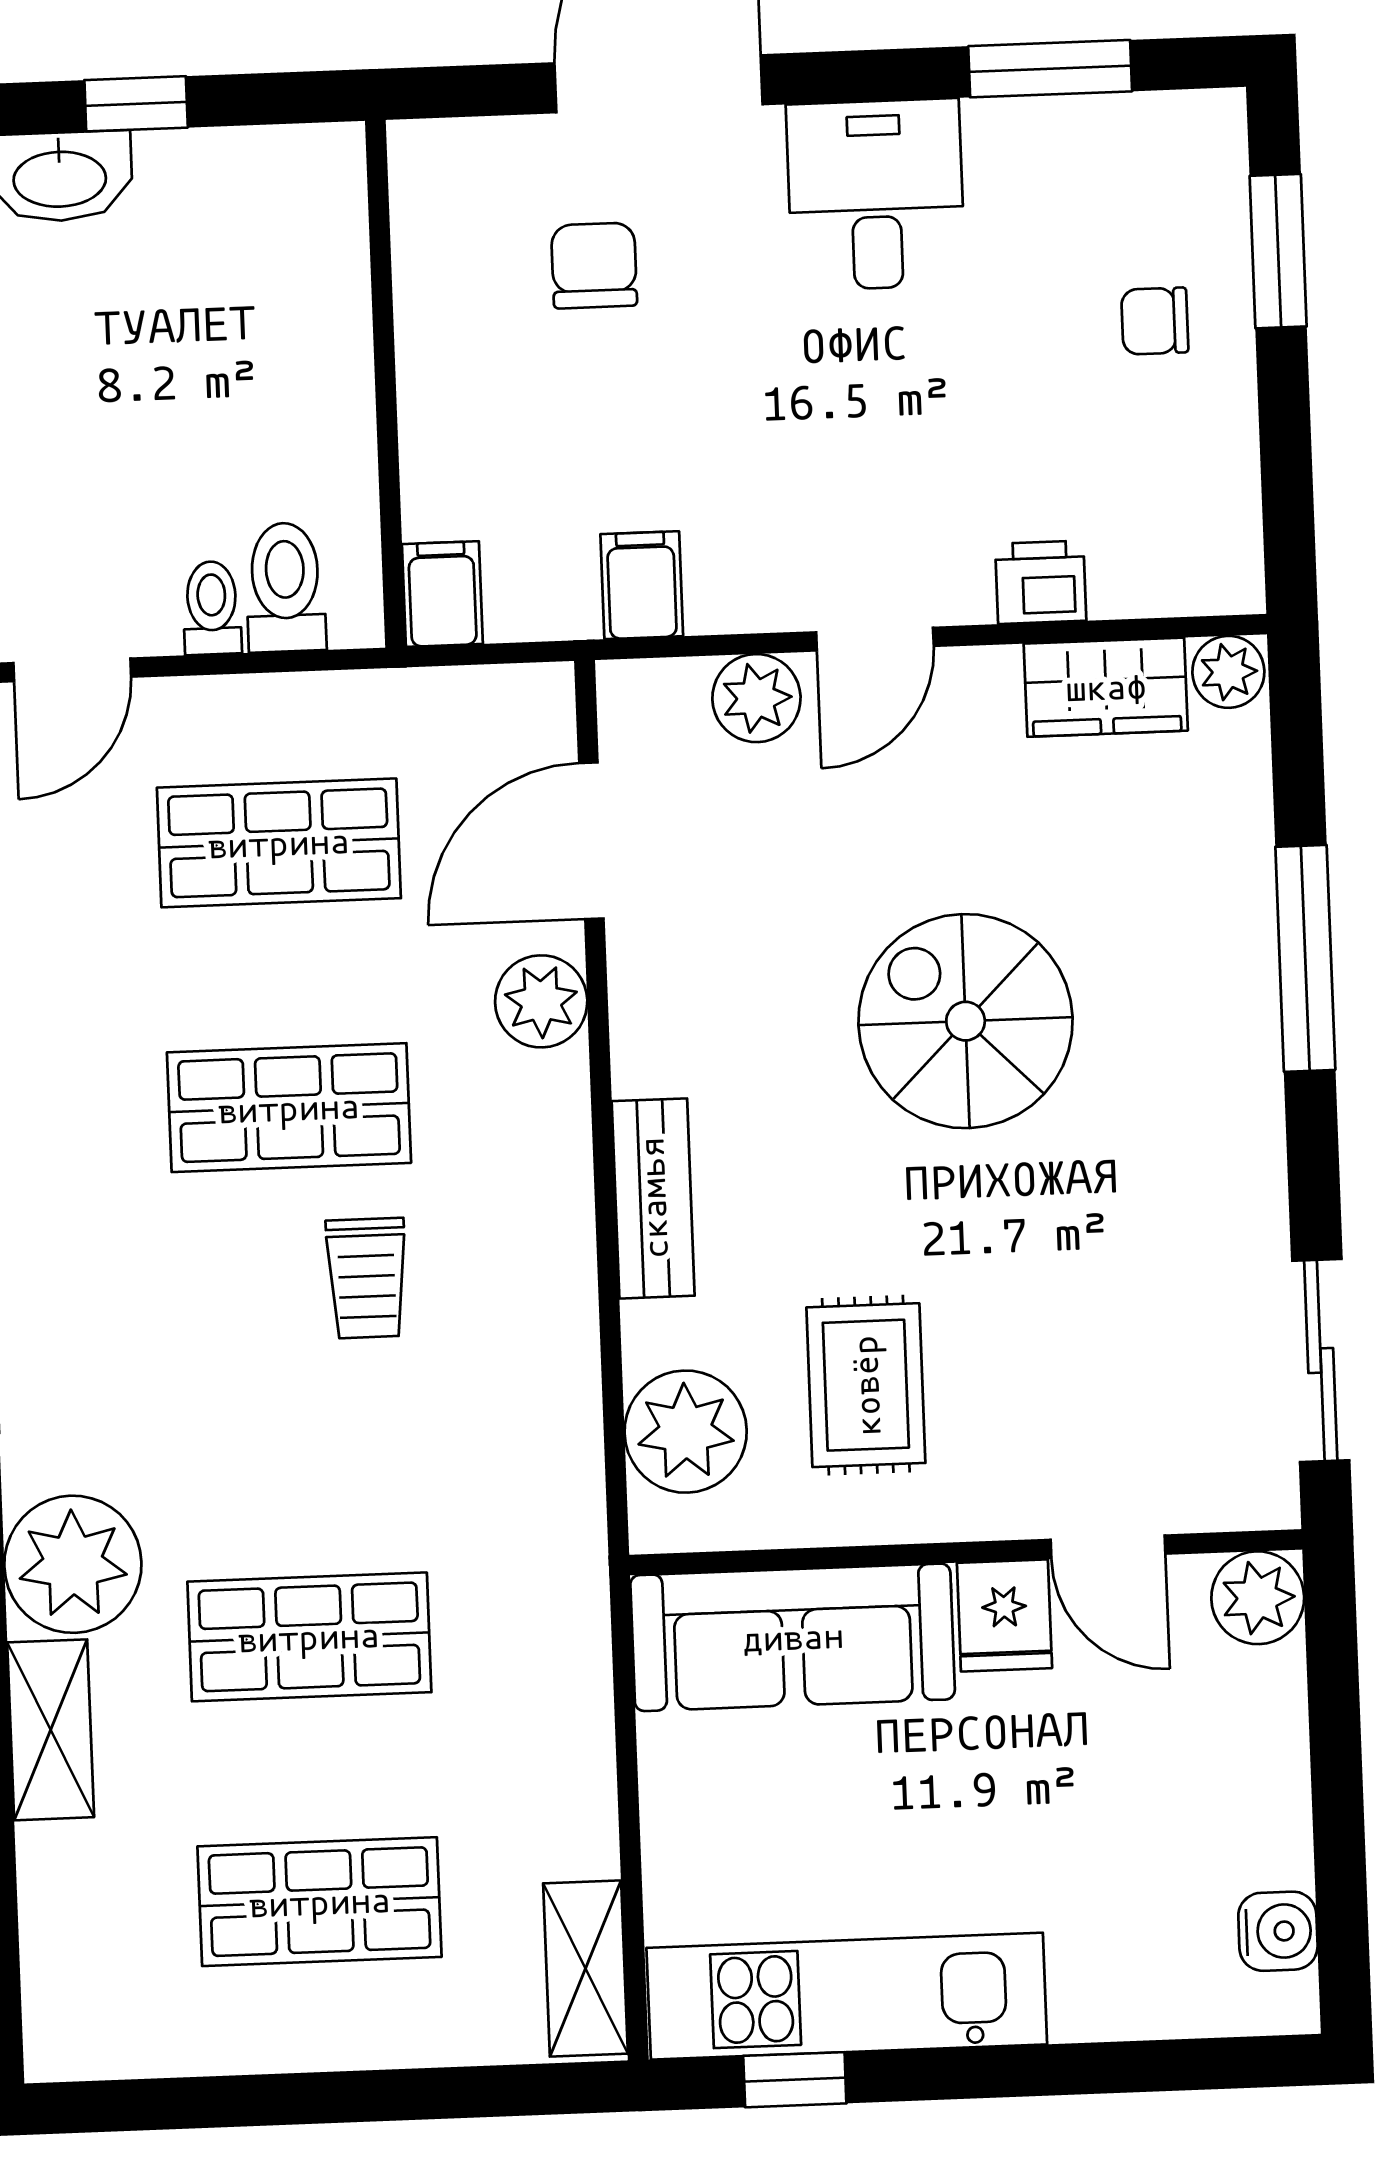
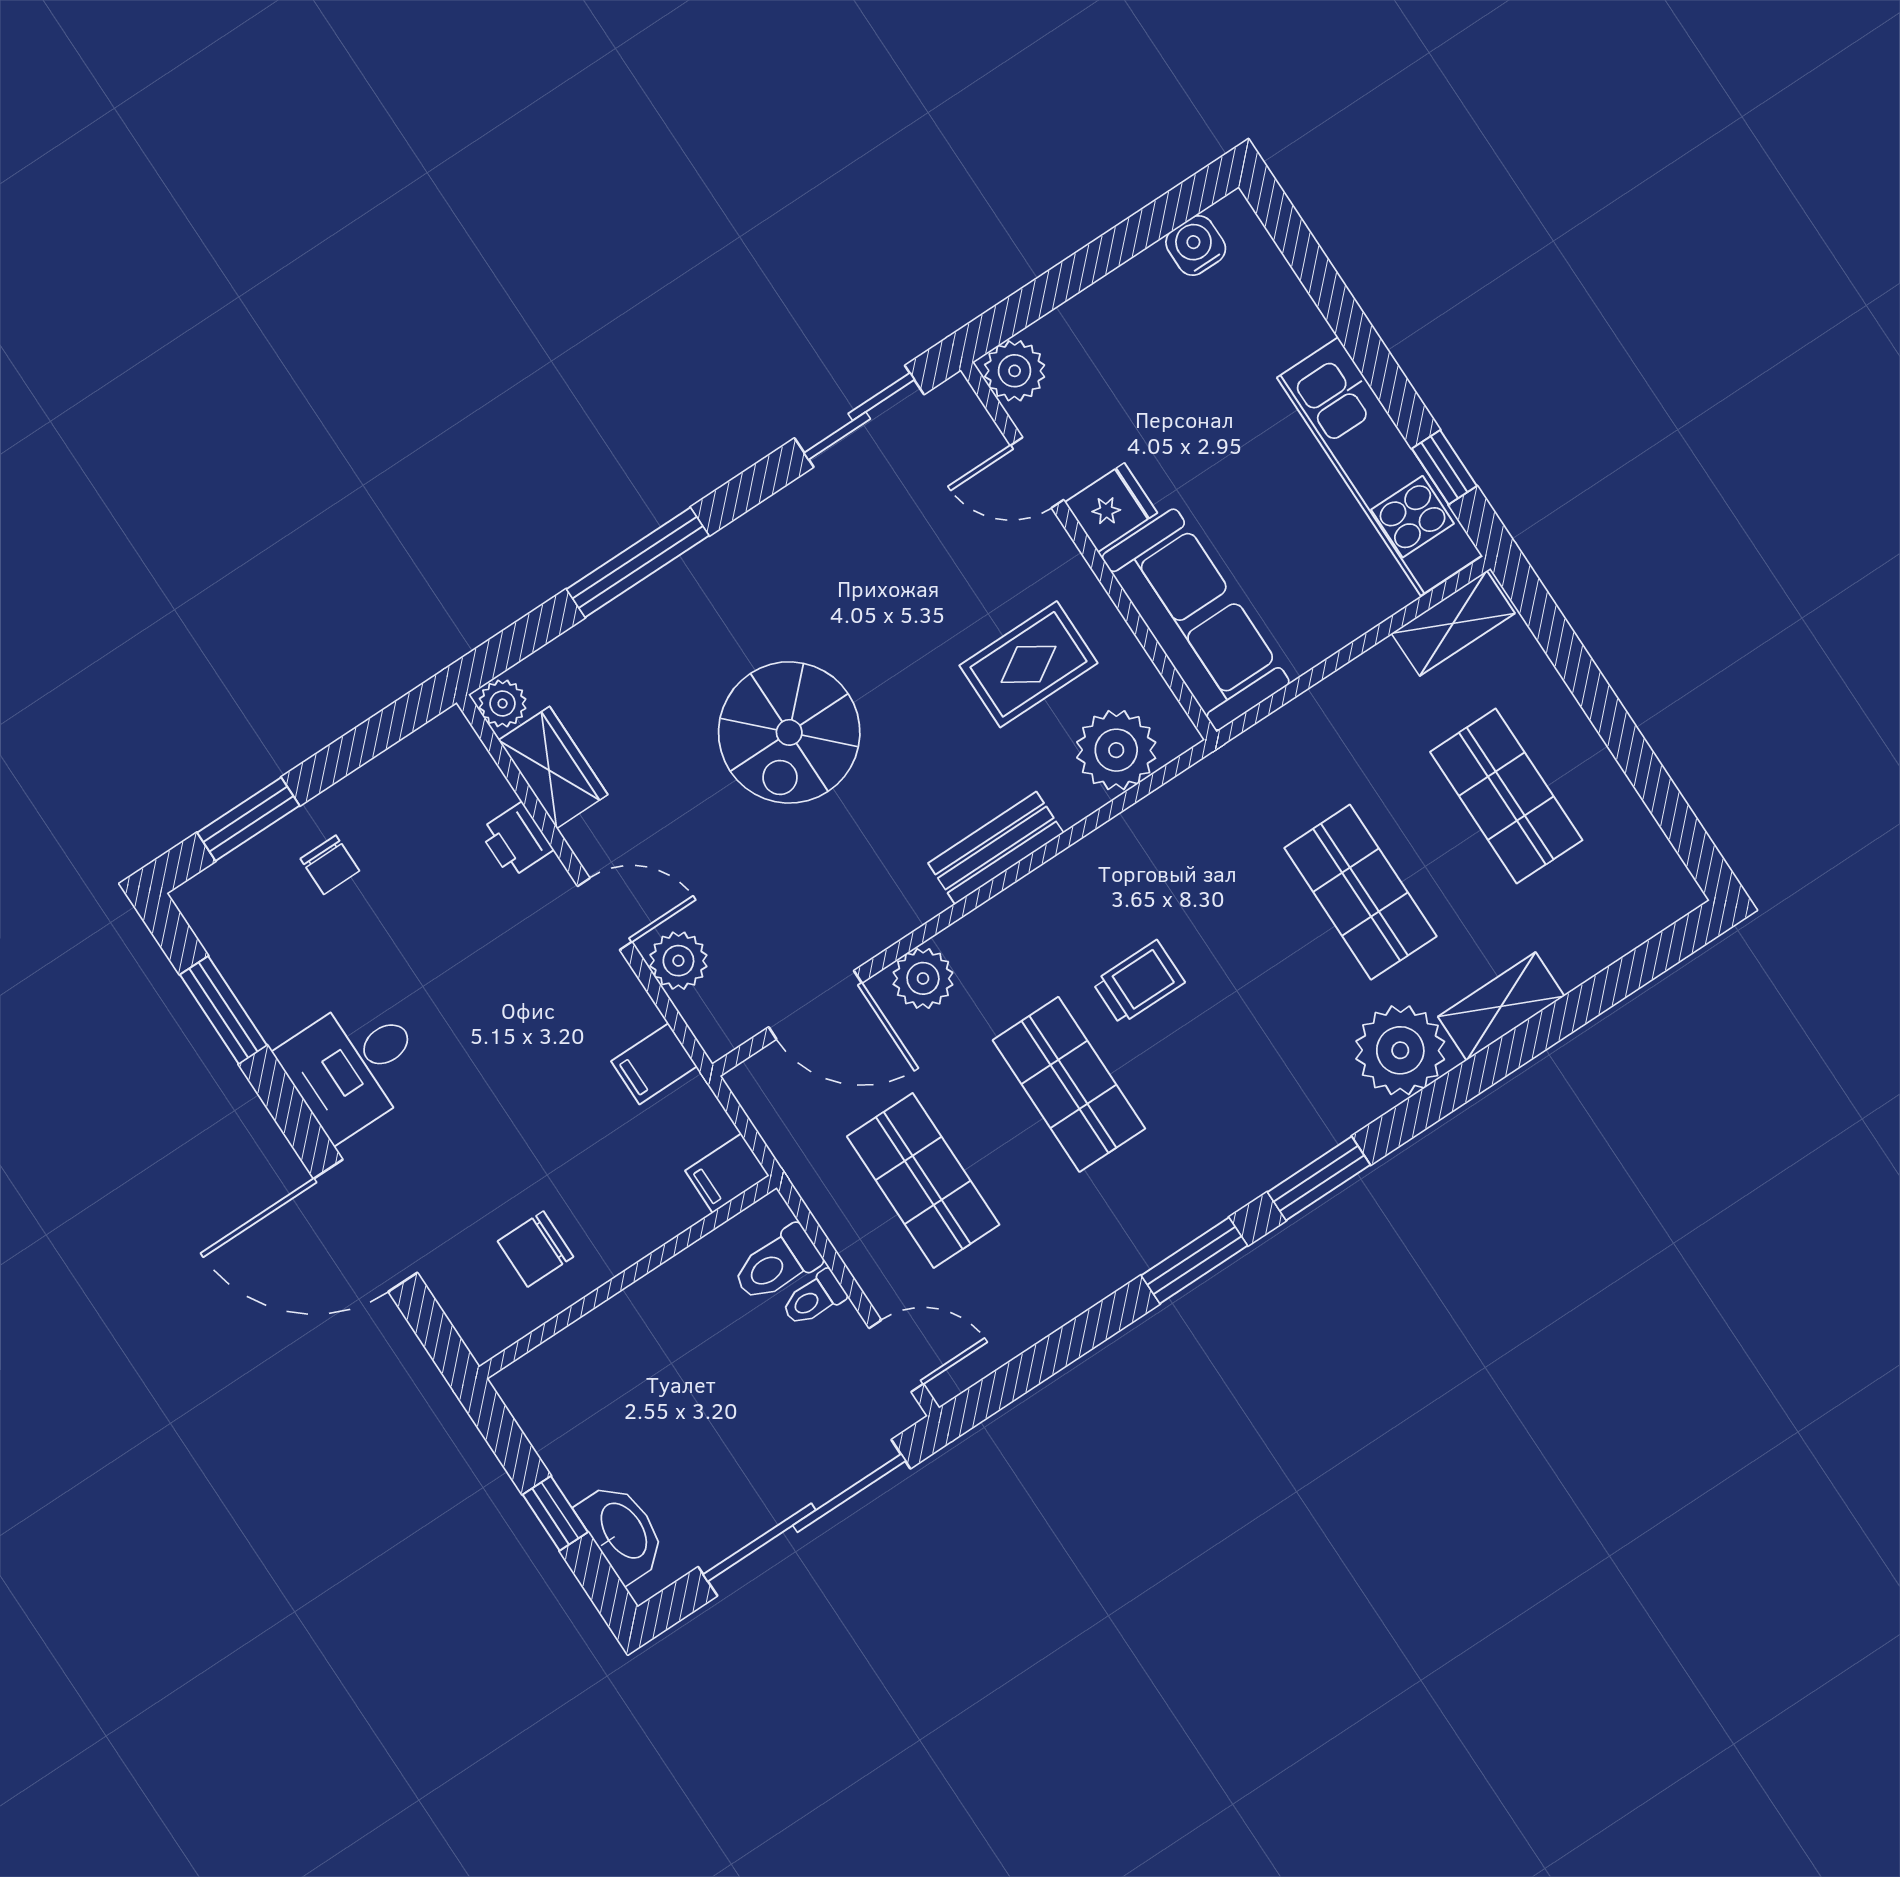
chair: (594, 265) -> (535, 1249), moved
door: (1108, 1547) -> (1037, 473), swing flipped

